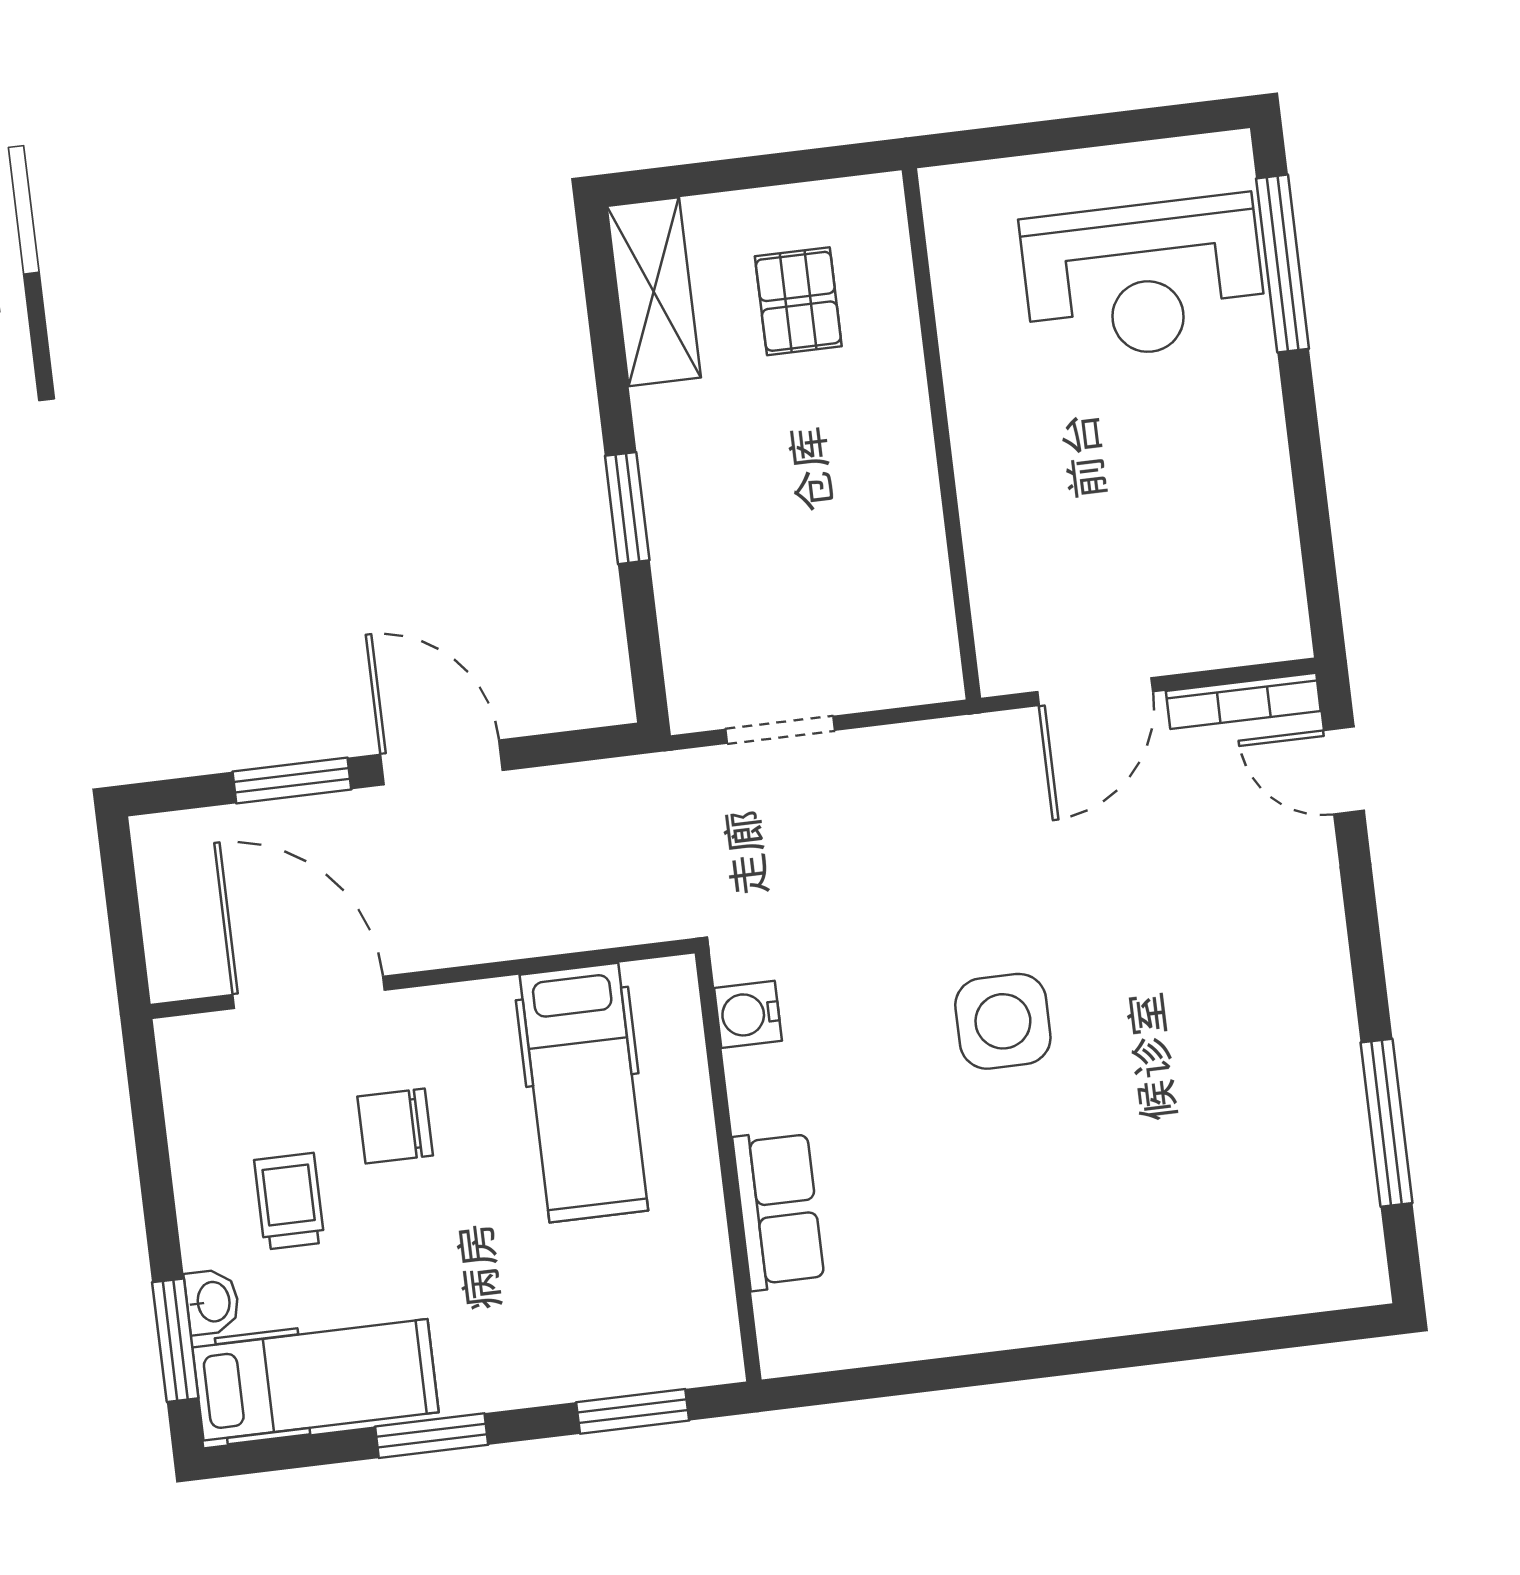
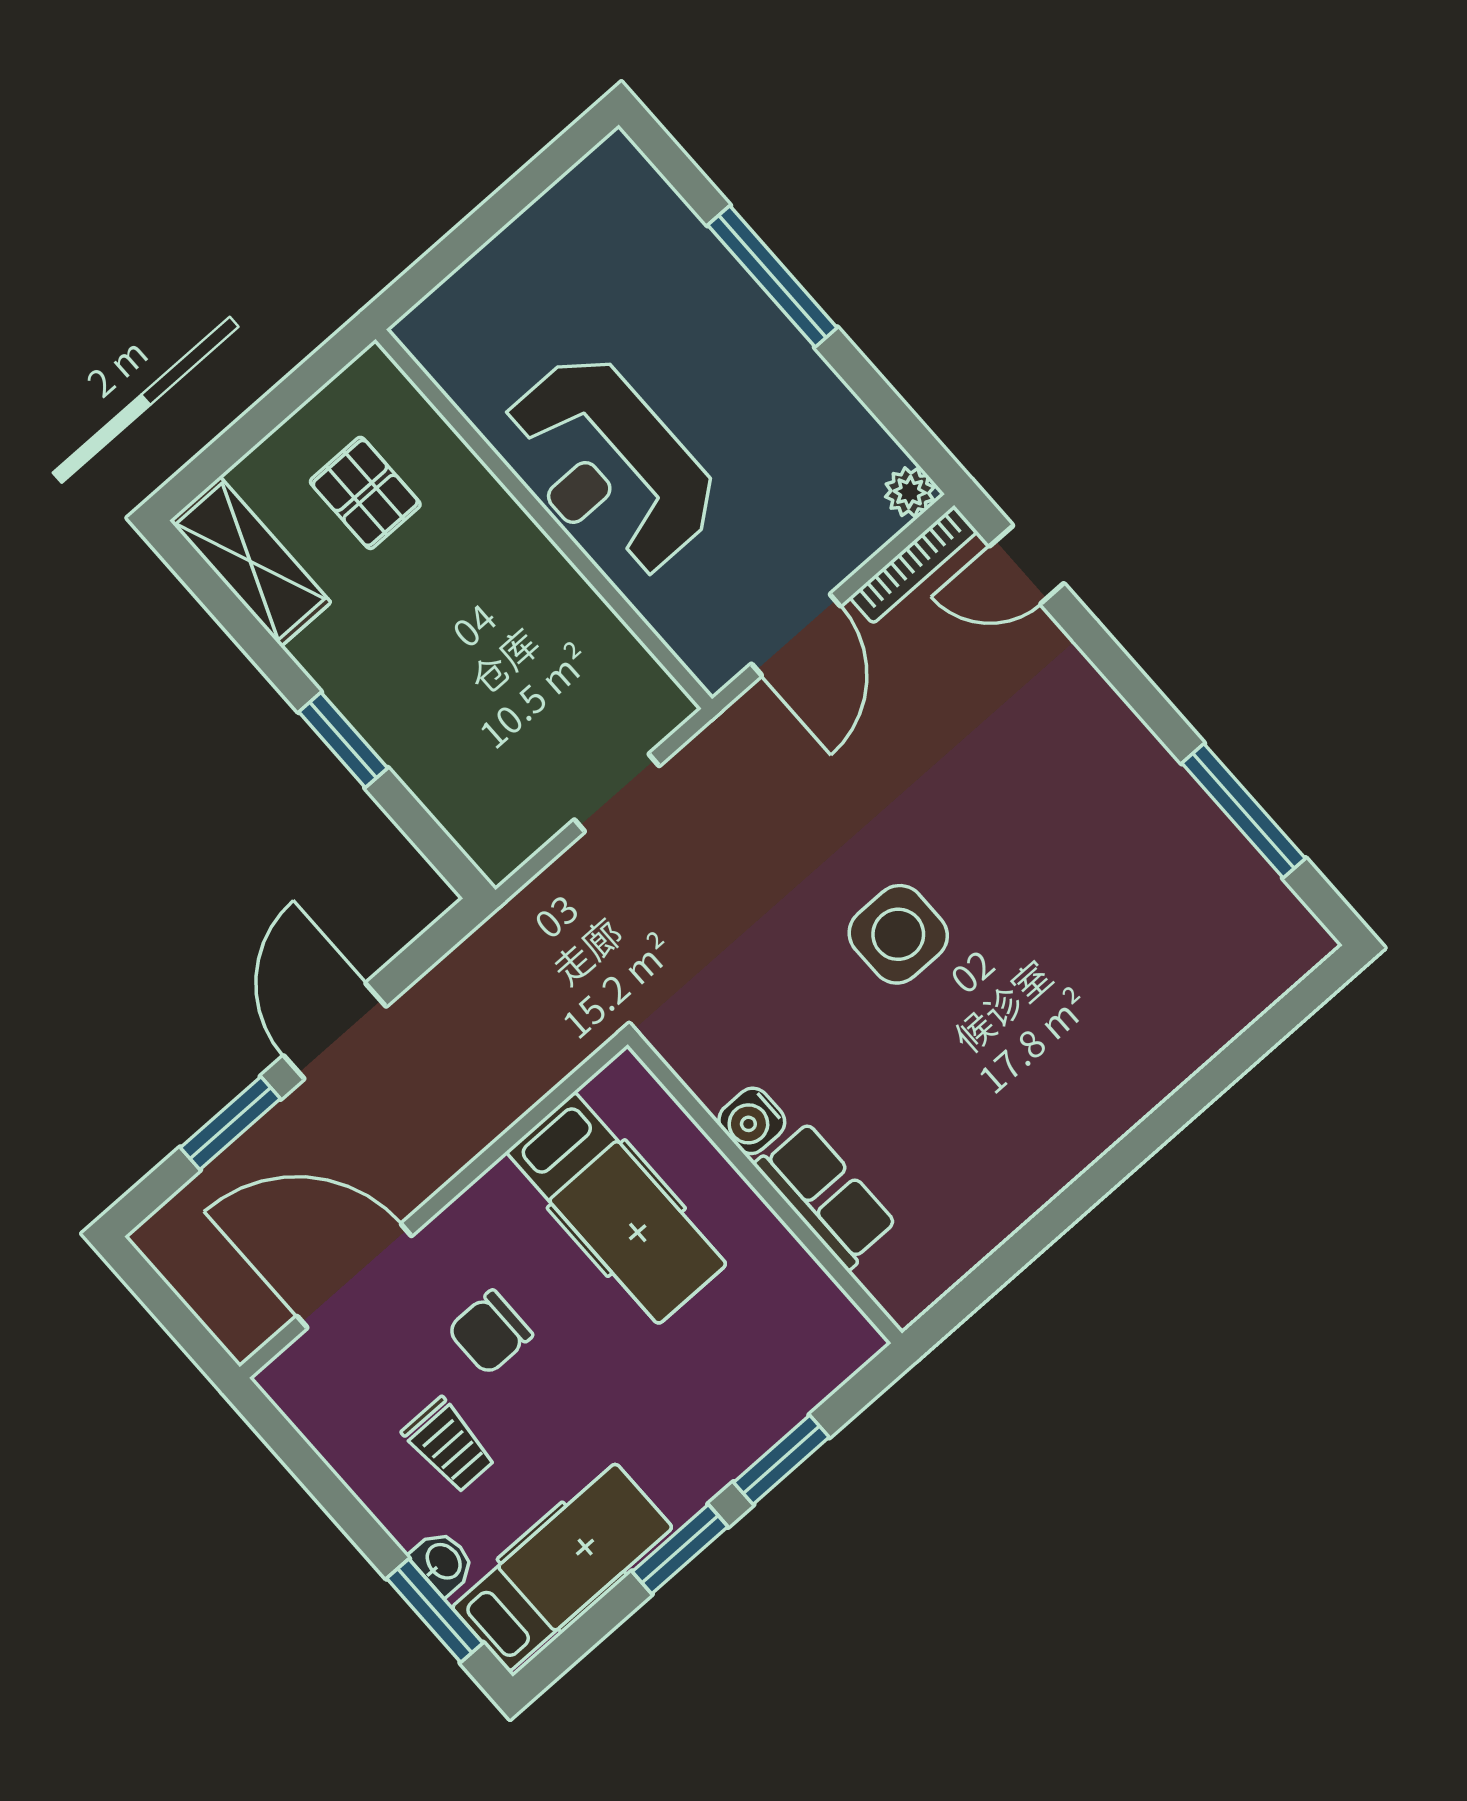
window: (1283, 264) -> (772, 276), moved
reception desk: (1143, 278) -> (609, 466), moved, turned 90
plant: (1284, 634) -> (910, 492), added
doorway: (780, 730) -> (617, 793), moved
door: (441, 762) -> (335, 1031), hinge flipped
water cooler: (748, 1014) -> (752, 1121), moved
trolley: (289, 1201) -> (449, 1445), turned 180
window: (633, 1411) -> (781, 1460), moved

